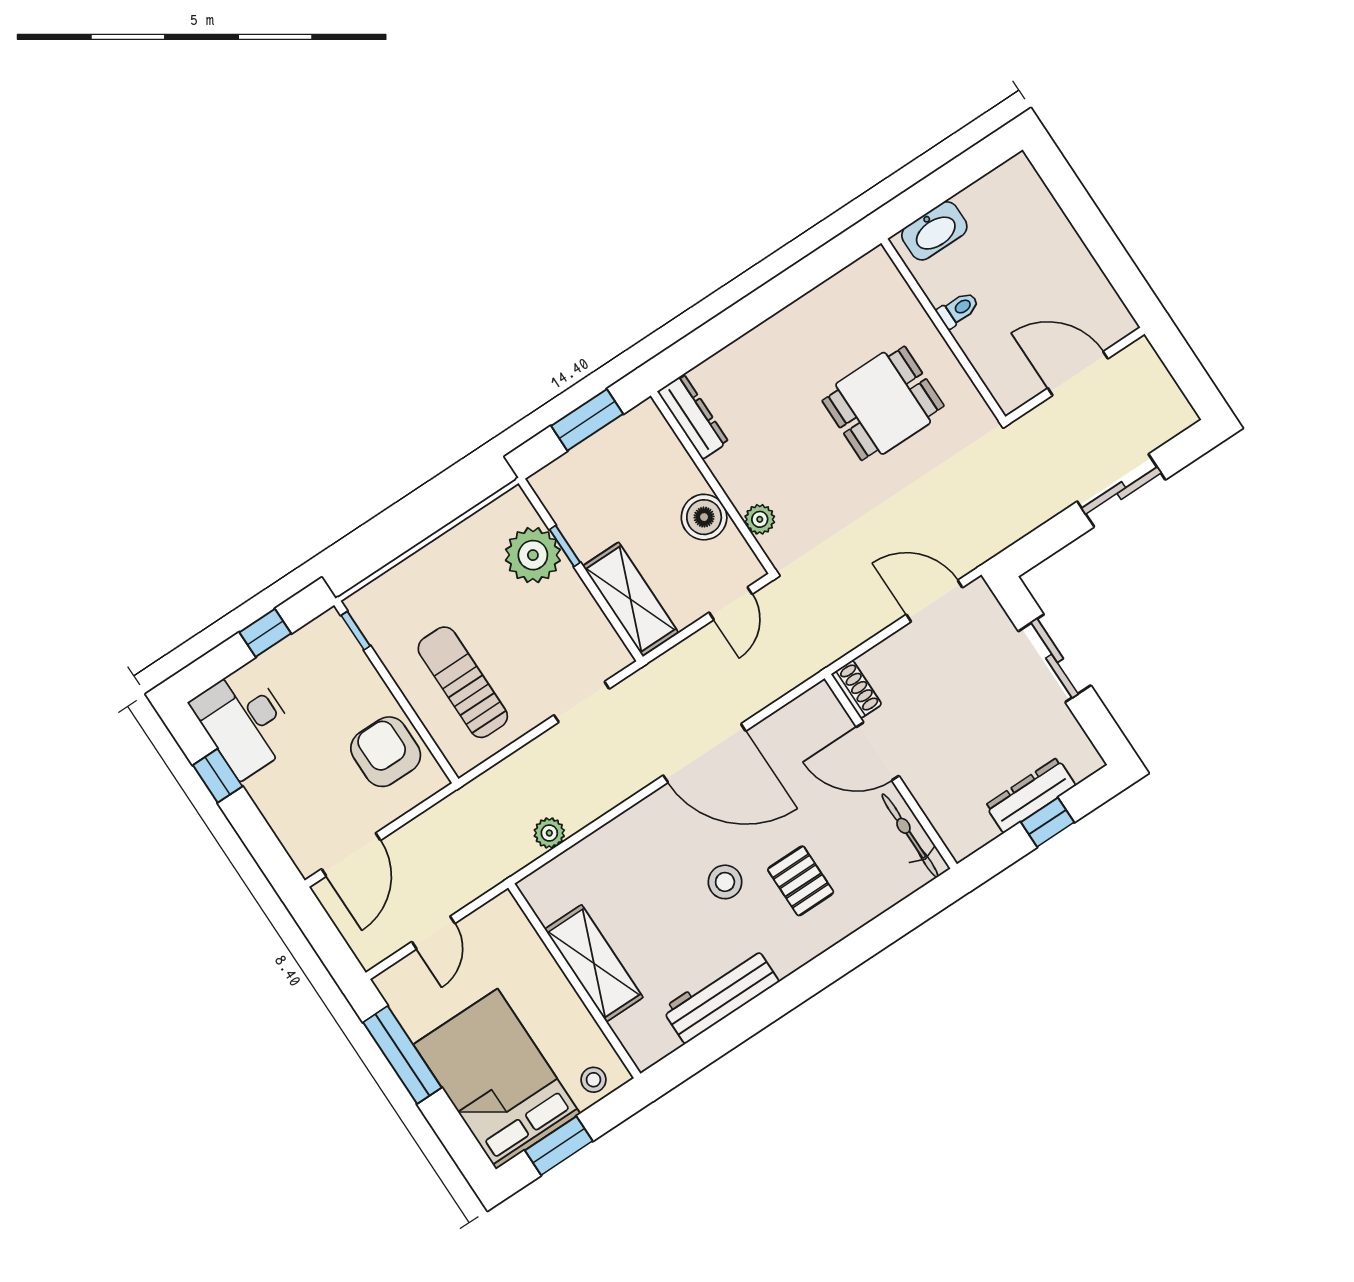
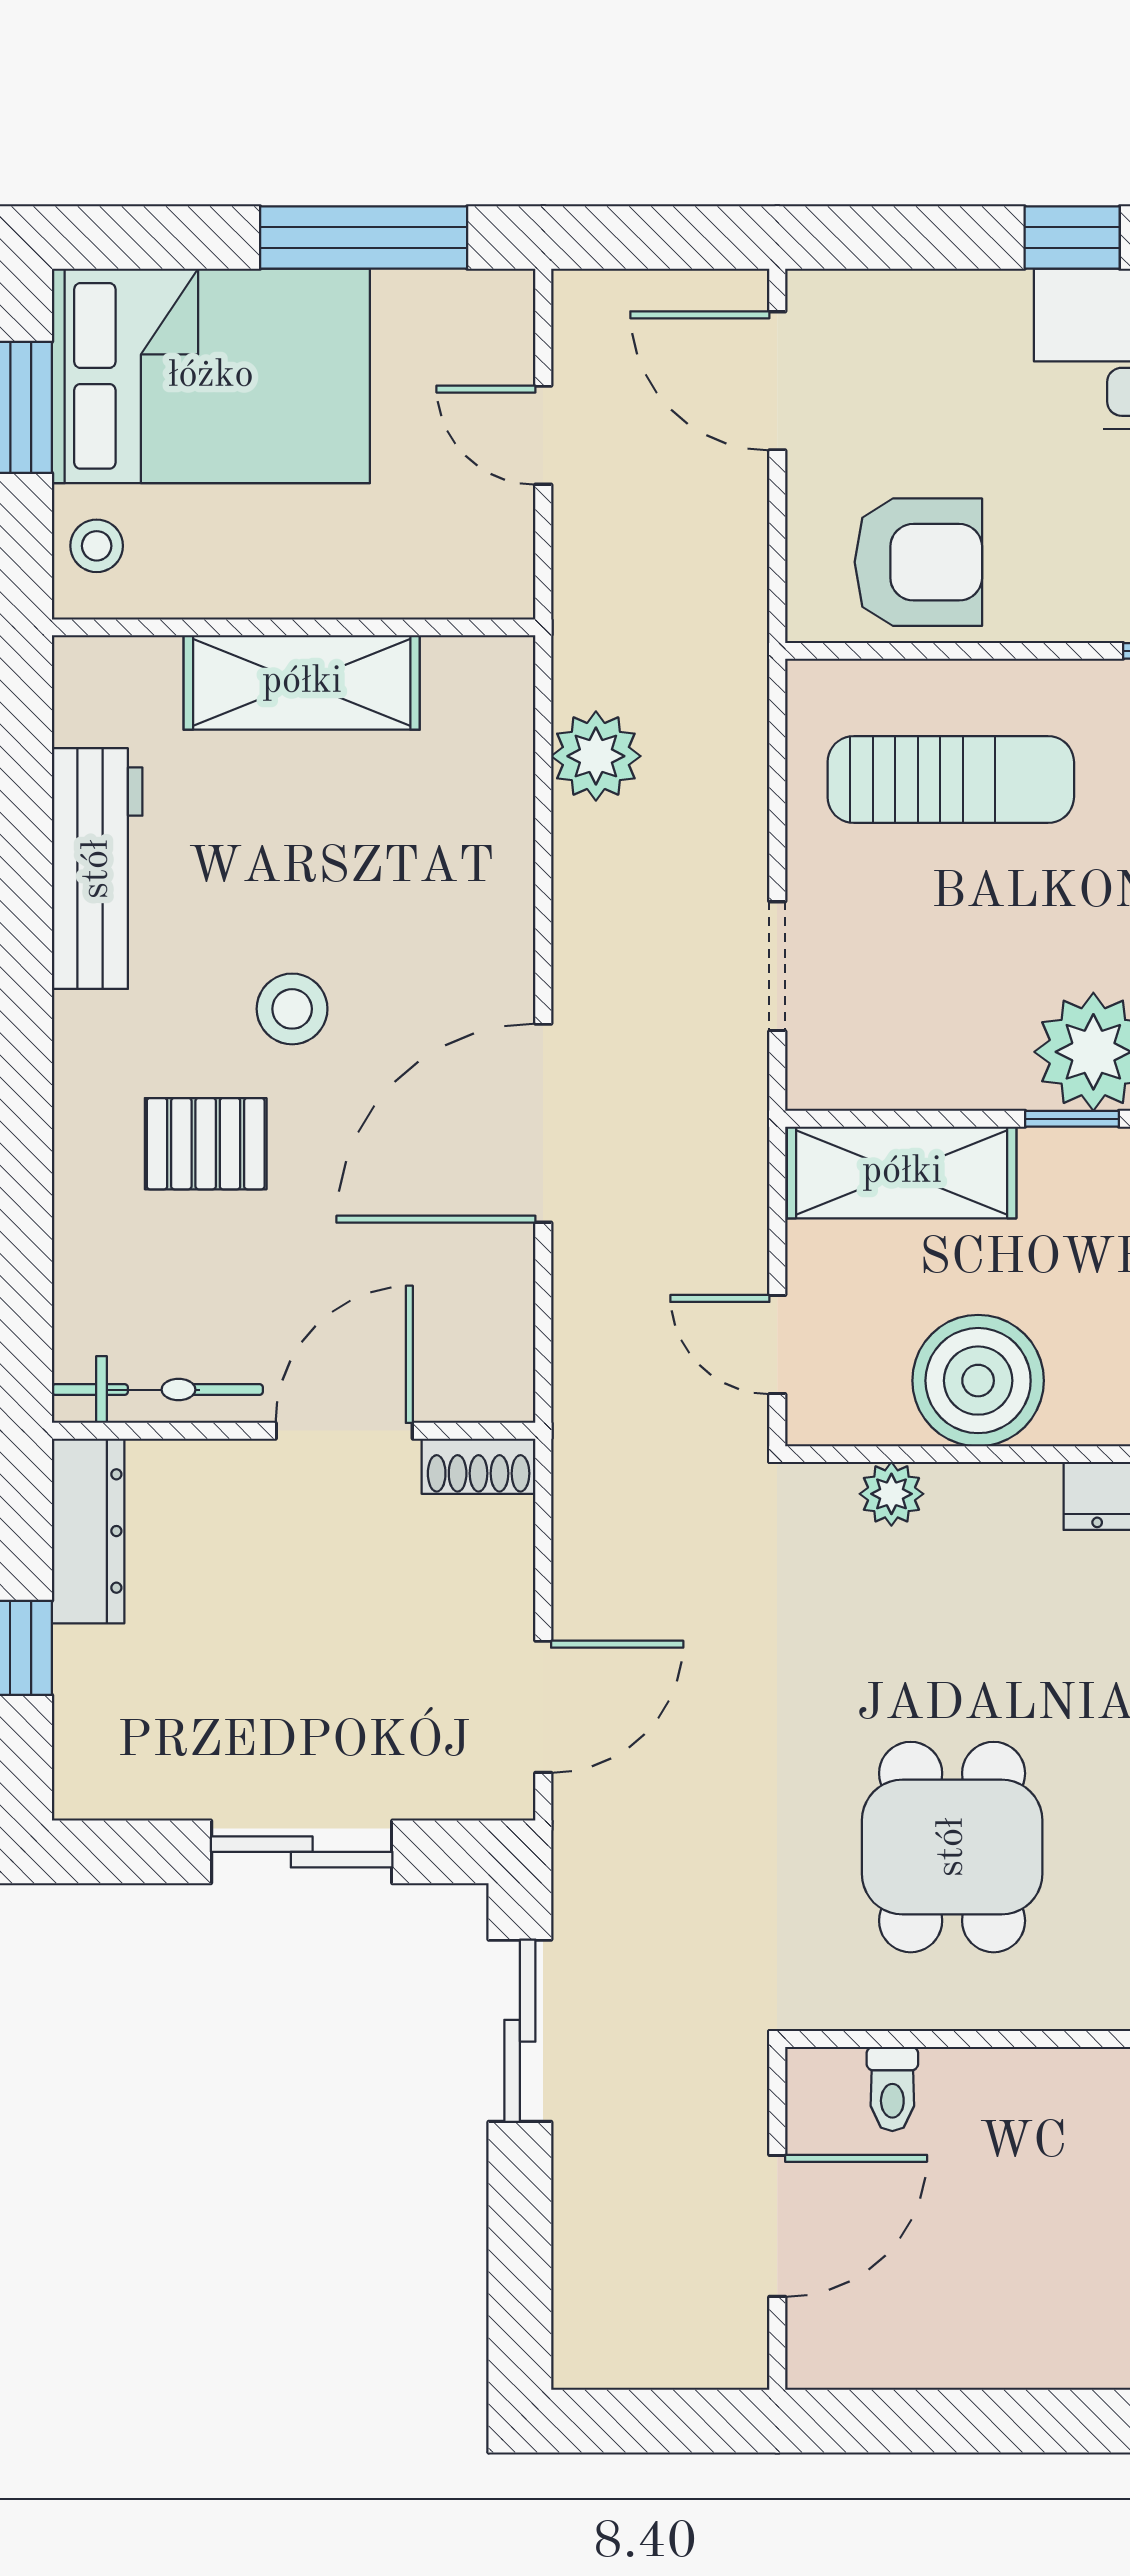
toilet: (958, 310) -> (892, 2089), moved
sliding door: (1121, 491) -> (520, 2031), moved
boiler: (704, 517) -> (978, 1381), width x1.37, depth x1.37
dresser: (1030, 795) -> (88, 1531), moved
plant: (549, 833) -> (596, 756), width x1.38, depth x1.38

